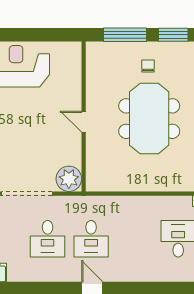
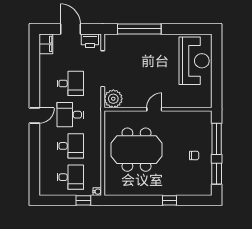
meeting table: (149, 119) -> (136, 150), moved
desk: (48, 239) -> (70, 83), turned 180
desk: (135, 239) -> (70, 146), added

